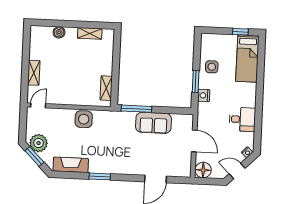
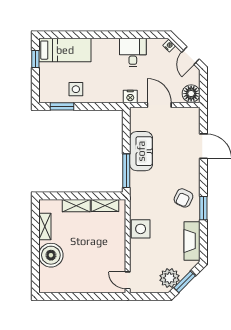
boiler: (59, 32) -> (51, 255), width x1.86, depth x1.86
shelving: (34, 73) -> (76, 206), moved
window: (196, 81) -> (62, 106), moved
nightstand: (204, 95) -> (130, 97), moved
door: (194, 141) -> (159, 105), hinge flipped
armchair: (110, 159) -> (183, 198), added

